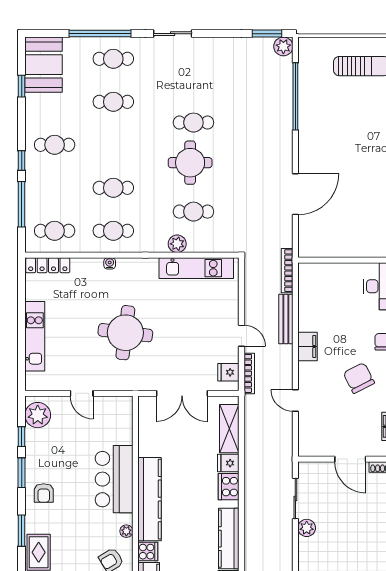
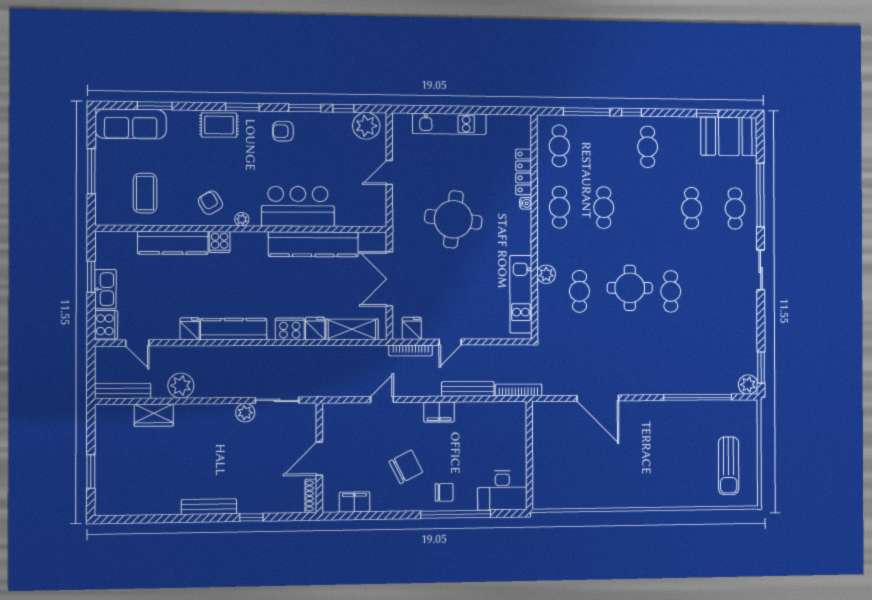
locker: (48, 265) -> (524, 172), moved
kitchen counter: (150, 499) -> (313, 244), moved

